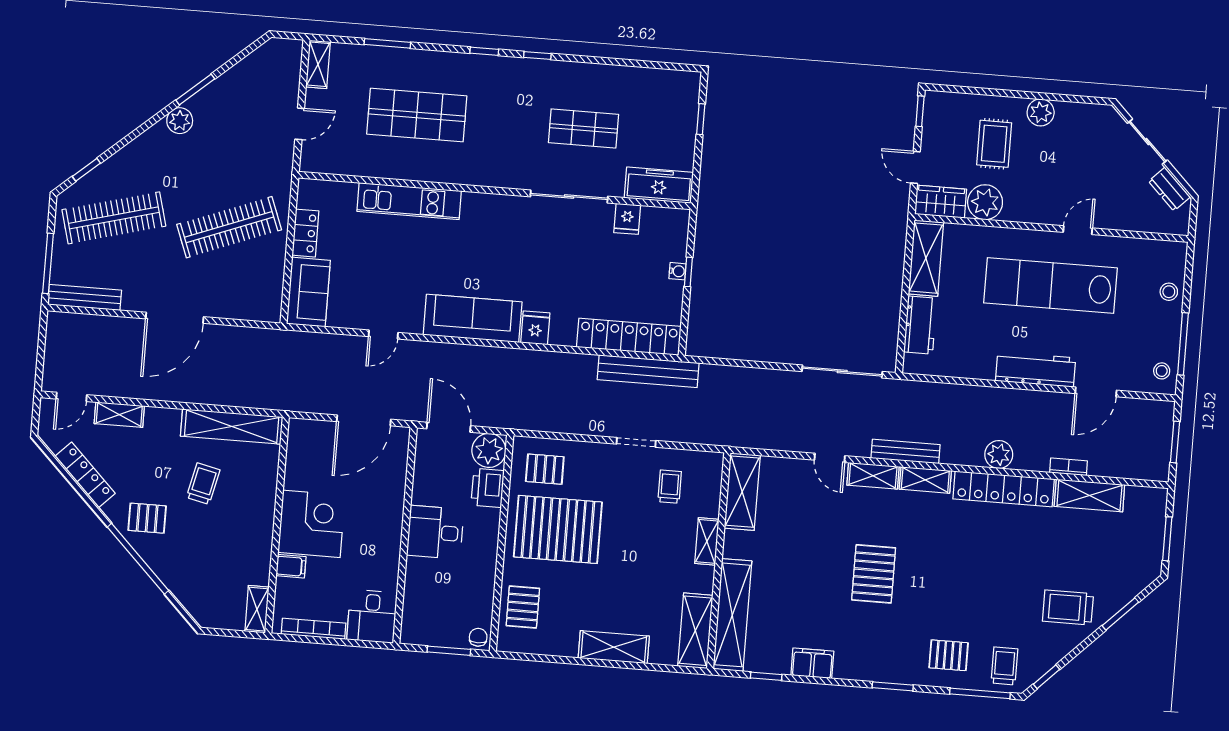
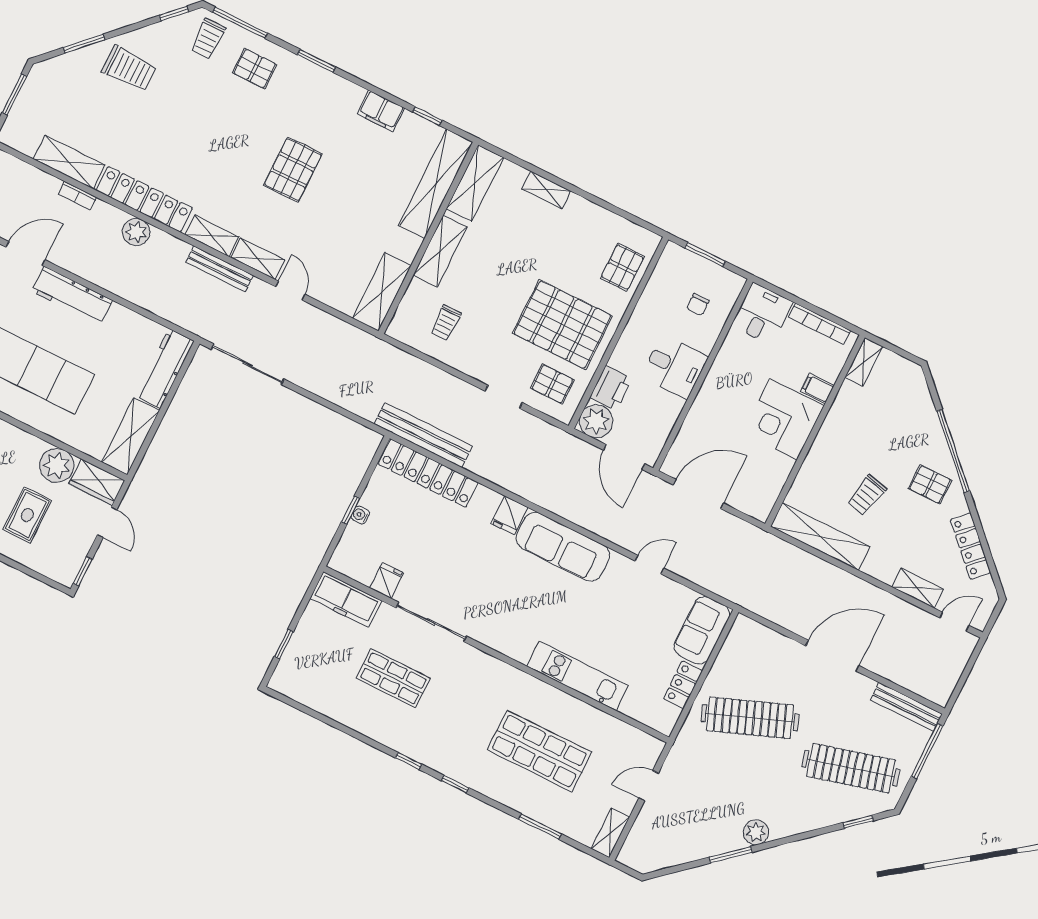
workbench: (920, 325) -> (165, 369), width x1.37
doorway: (636, 442) -> (504, 397), moved
shelving: (707, 541) -> (440, 251), width x1.50, depth x1.33
chair: (478, 637) -> (698, 305), moved
shelving: (614, 647) -> (546, 190), width x0.67, depth x0.75

